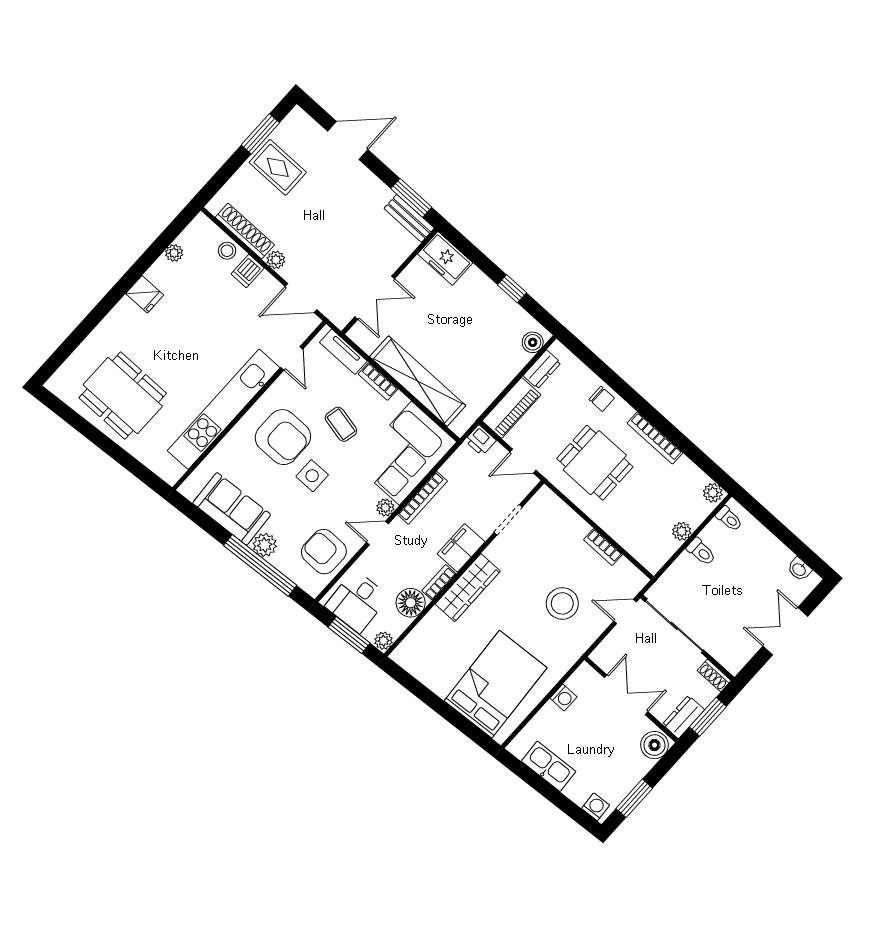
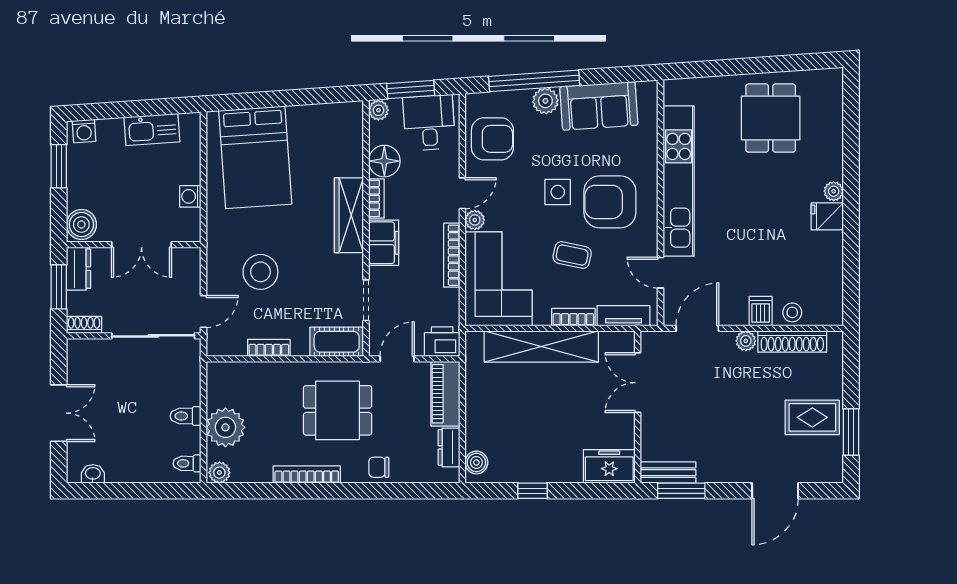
plant: (174, 253) -> (834, 191), moved
dining table: (123, 396) -> (771, 118), width x0.73
printer: (480, 440) -> (442, 342), width x1.36, depth x1.24
cot: (553, 510) -> (337, 342), added
plant: (682, 531) -> (225, 427), width x1.87, depth x1.87

